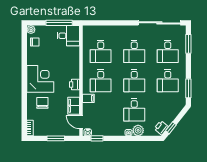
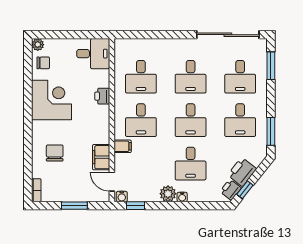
window: (59, 23) -> (79, 35), removed
corner desk: (40, 79) -> (52, 100), moved
printer: (75, 85) -> (102, 96), moved
printer: (169, 116) -> (242, 172), added
plant: (138, 130) -> (168, 194), moved

